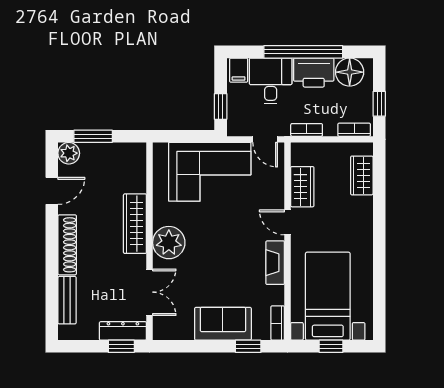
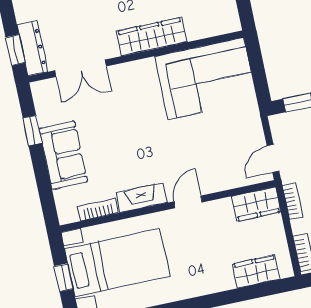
corner sofa: (210, 172) -> (206, 78), moved, turned -90
wardrobe: (302, 187) -> (256, 204), moved
plant: (169, 243) -> (139, 78), removed
bookcase: (278, 323) -> (98, 210), moved
window: (248, 346) -> (32, 131), moved

